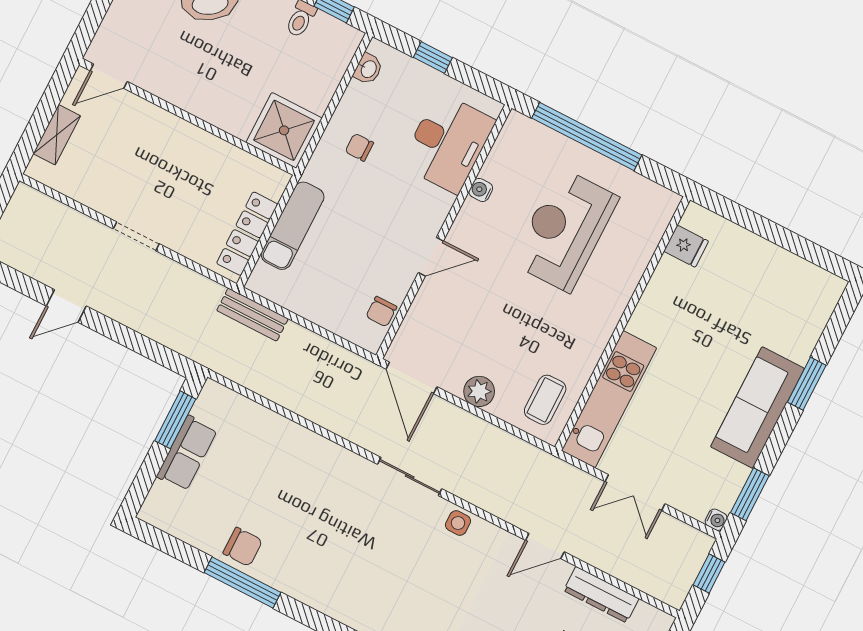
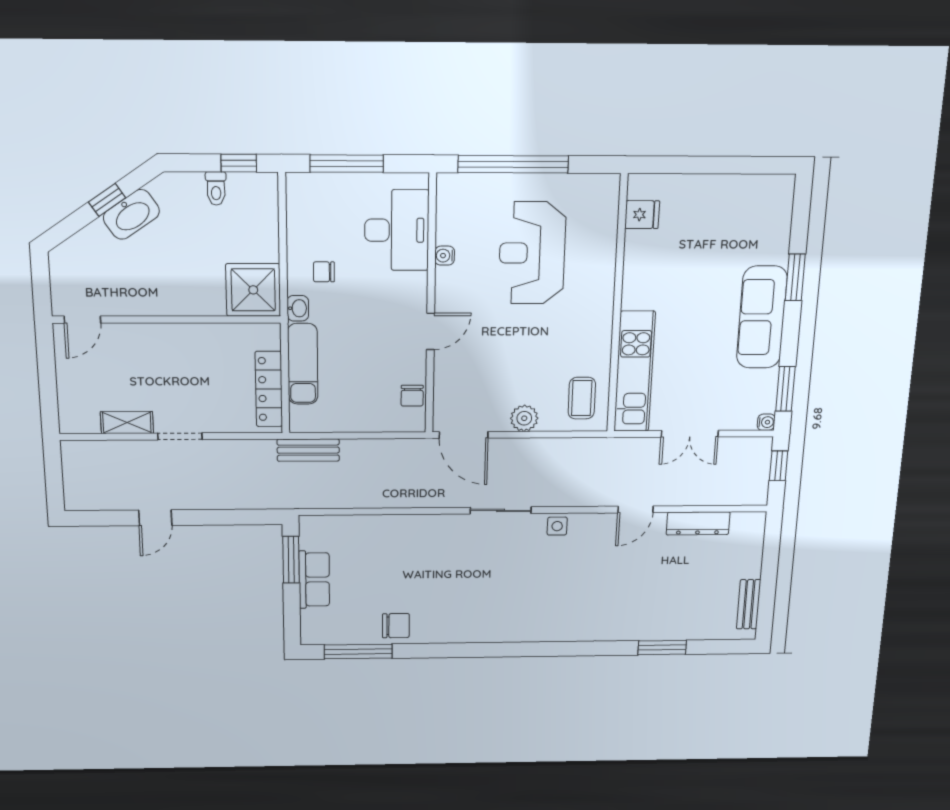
window: (433, 57) -> (347, 164), width x2.17
washbasin: (368, 69) -> (298, 308), moved
shelving: (57, 135) -> (127, 423), moved, turned 90
window: (243, 583) -> (358, 651), moved

